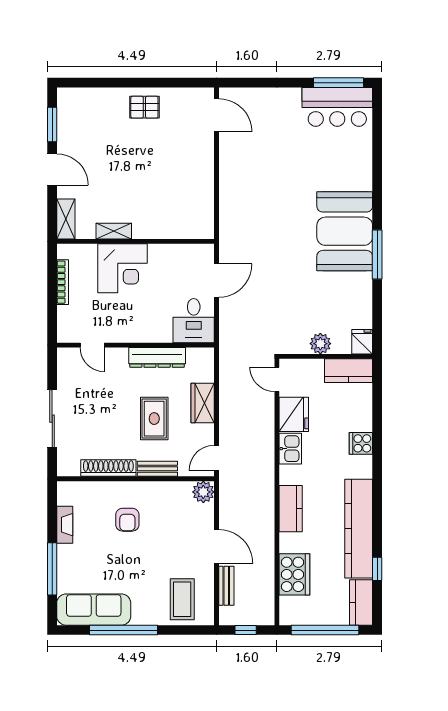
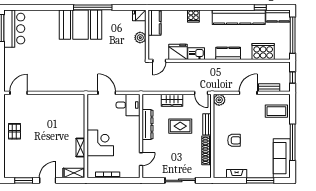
window: (377, 255) -> (93, 7), width x1.46

